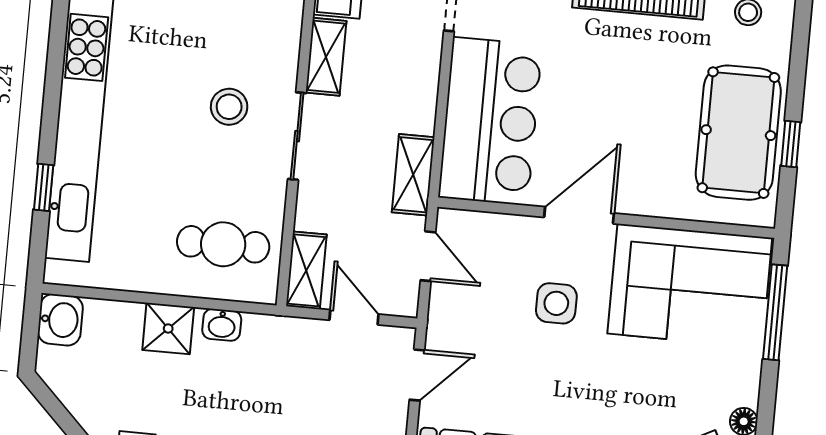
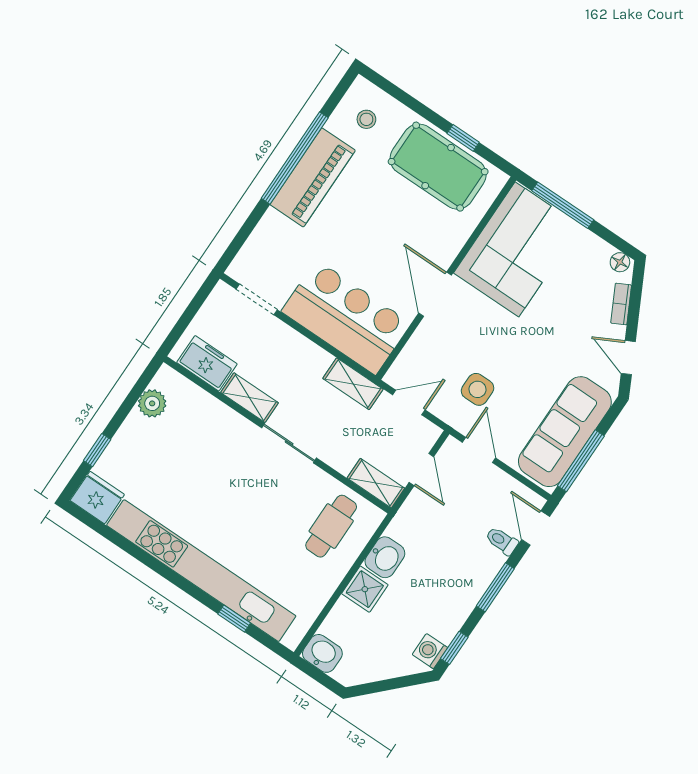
stool: (229, 107) -> (247, 475), removed
side table: (556, 303) -> (478, 389), moved
door: (354, 317) -> (421, 469), swing flipped
washbasin: (222, 325) -> (385, 557), width x1.38, depth x1.45

